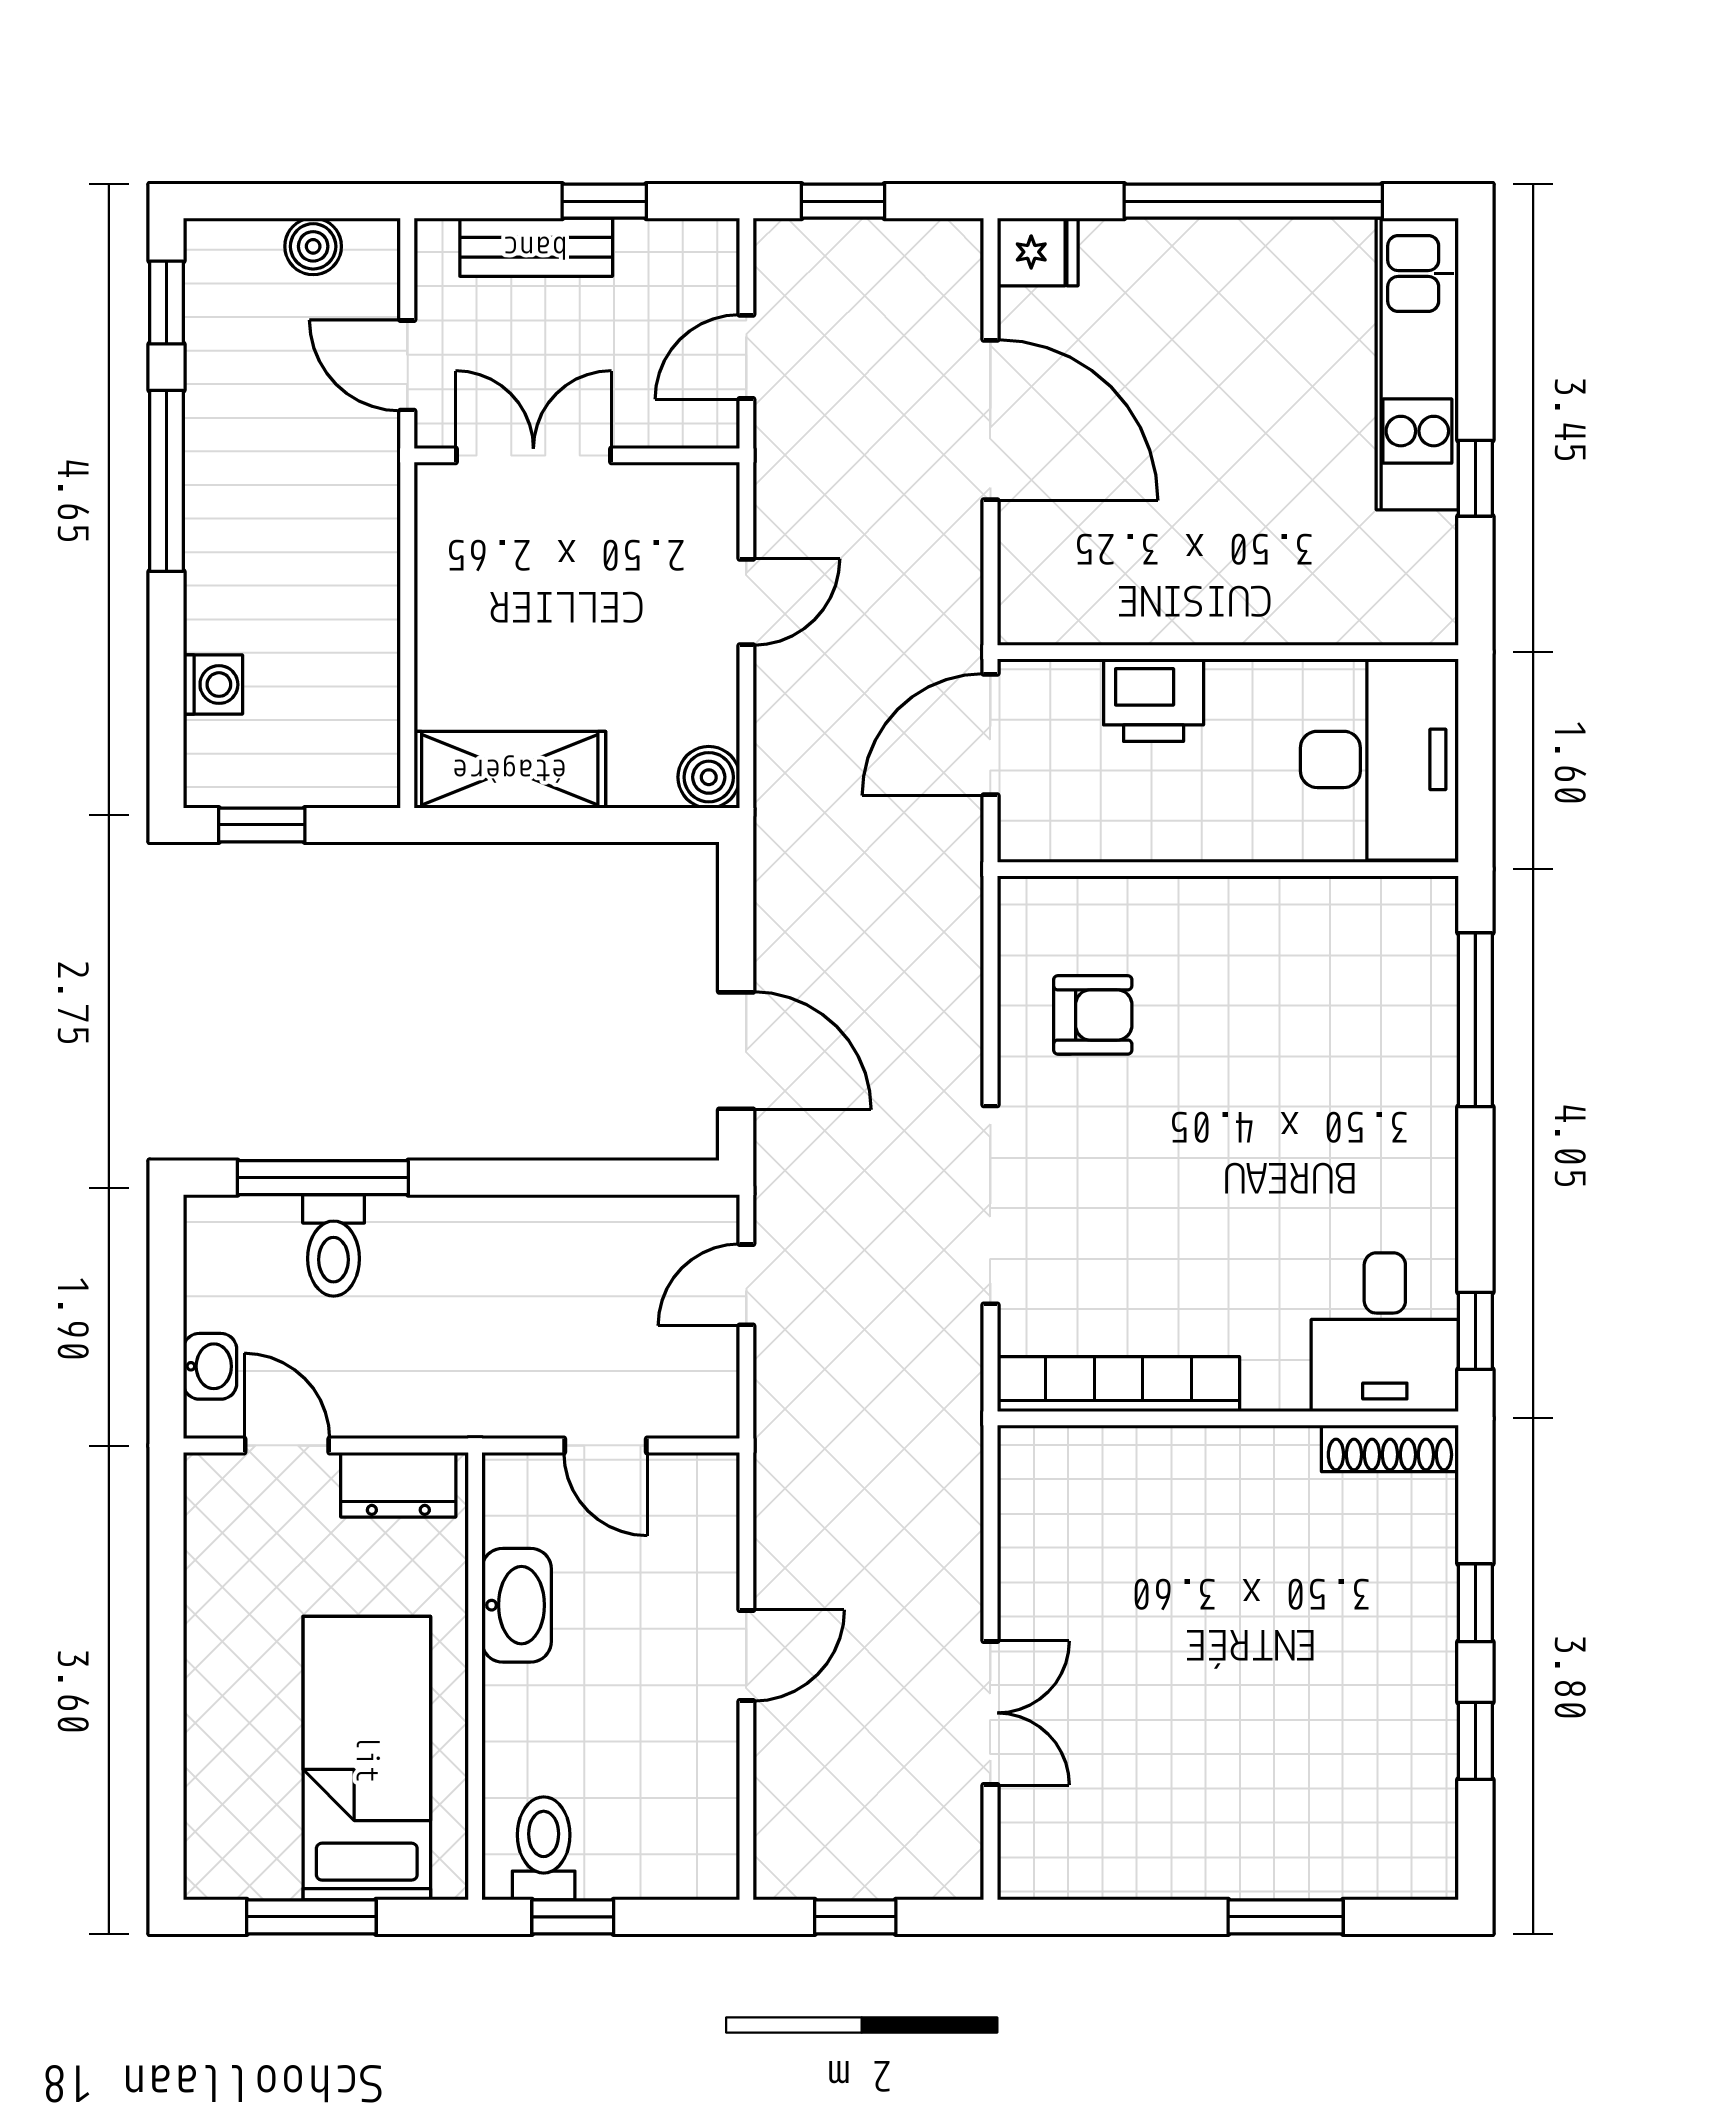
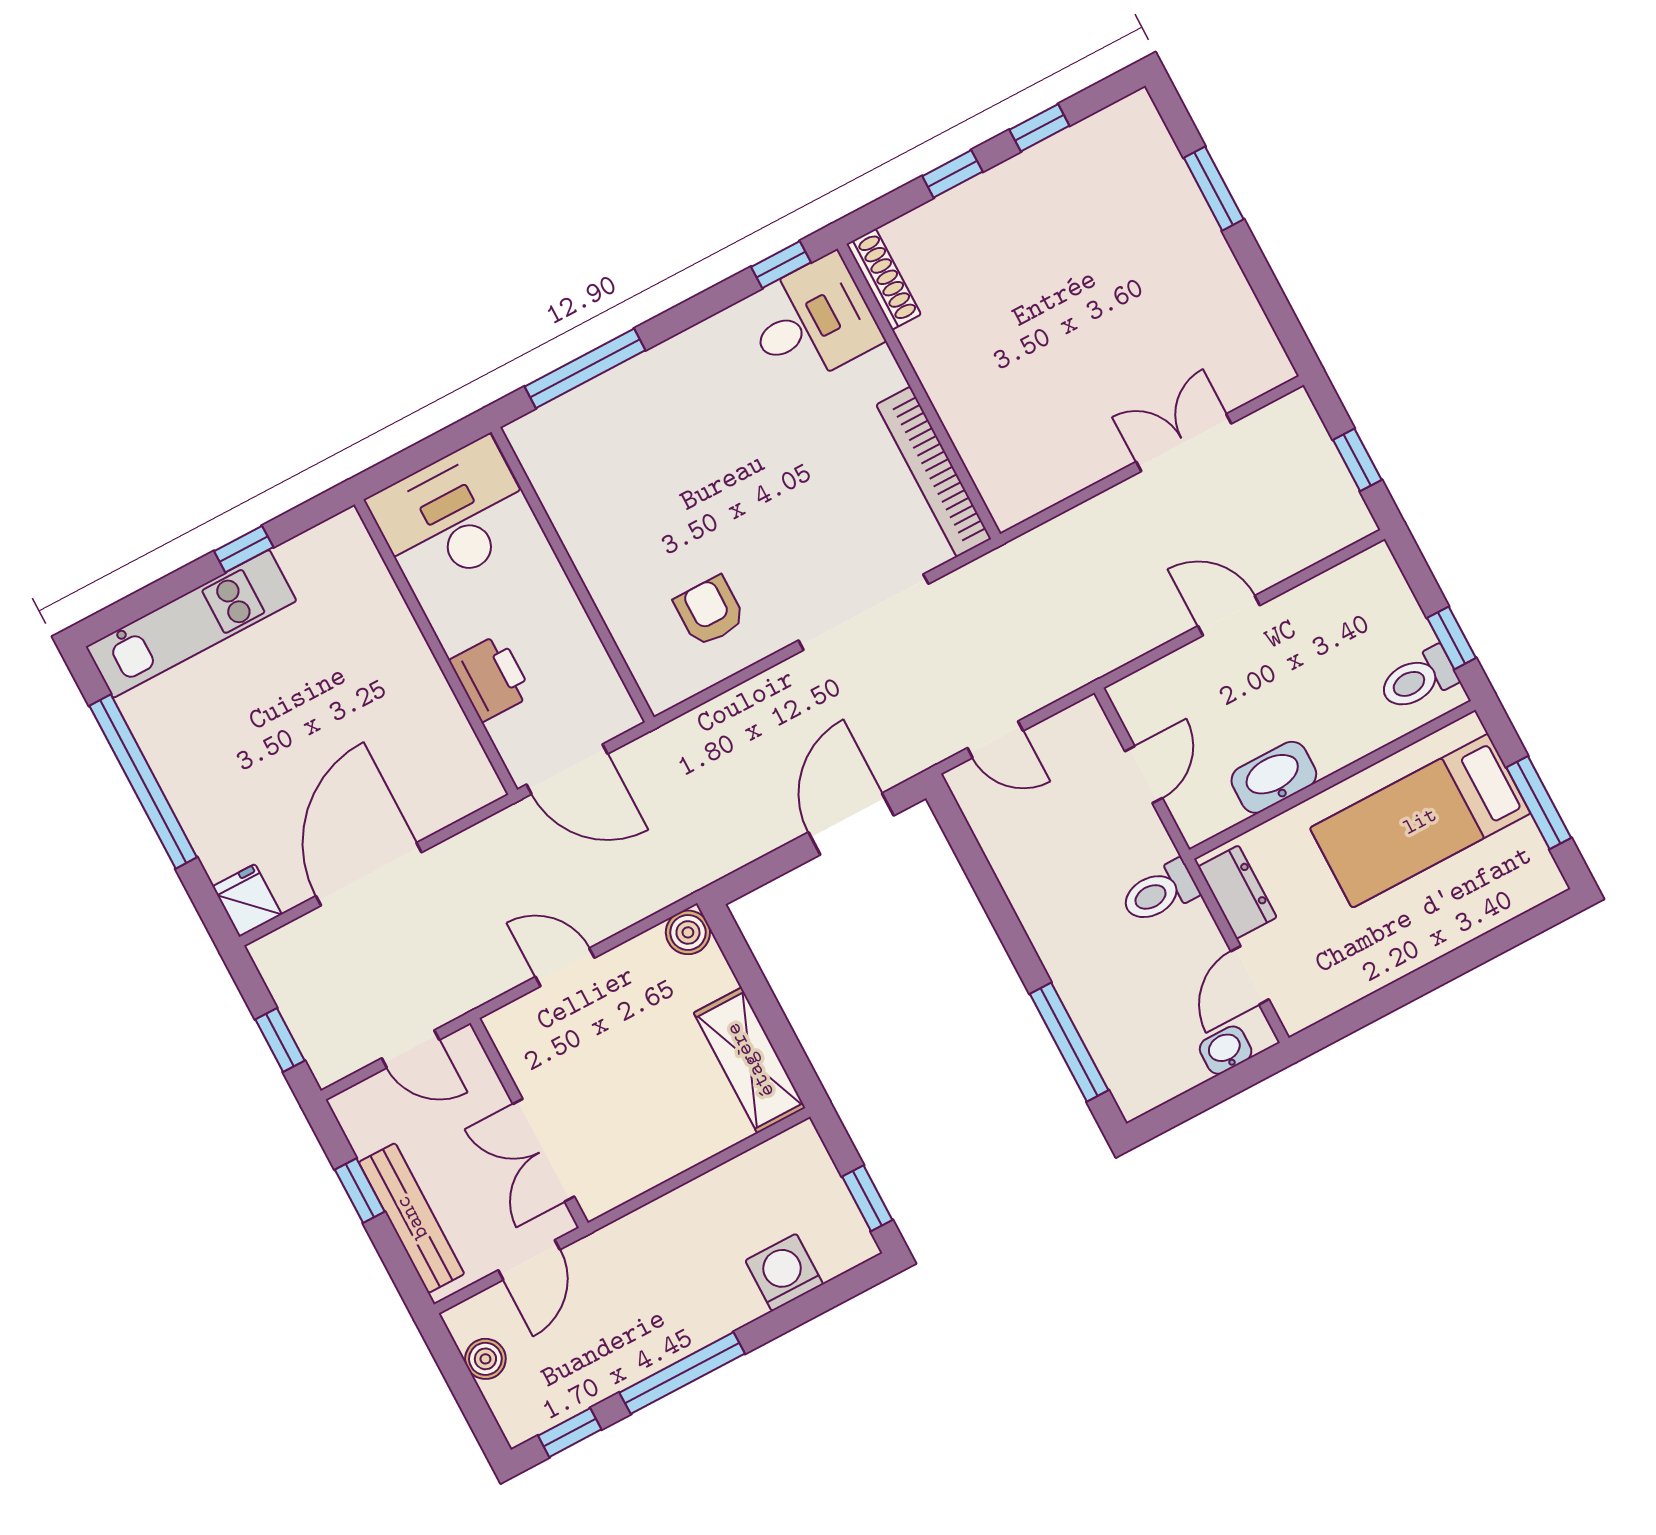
bench: (536, 247) -> (412, 1218), width x1.36
washing machine: (213, 685) -> (784, 1272), width x1.38, depth x1.38
toilet: (334, 1245) -> (1159, 892), moved, turned 180

